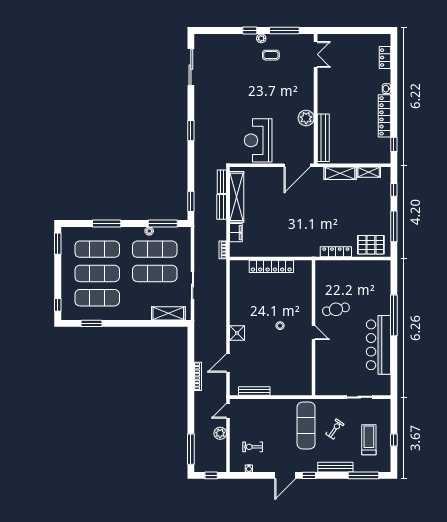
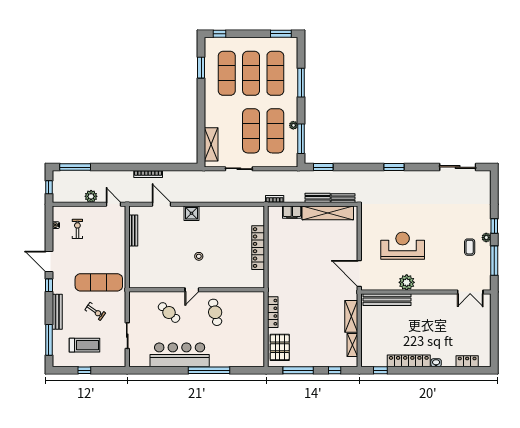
reception desk: (258, 140) -> (403, 246), moved
cafe table: (336, 355) -> (169, 313), added

